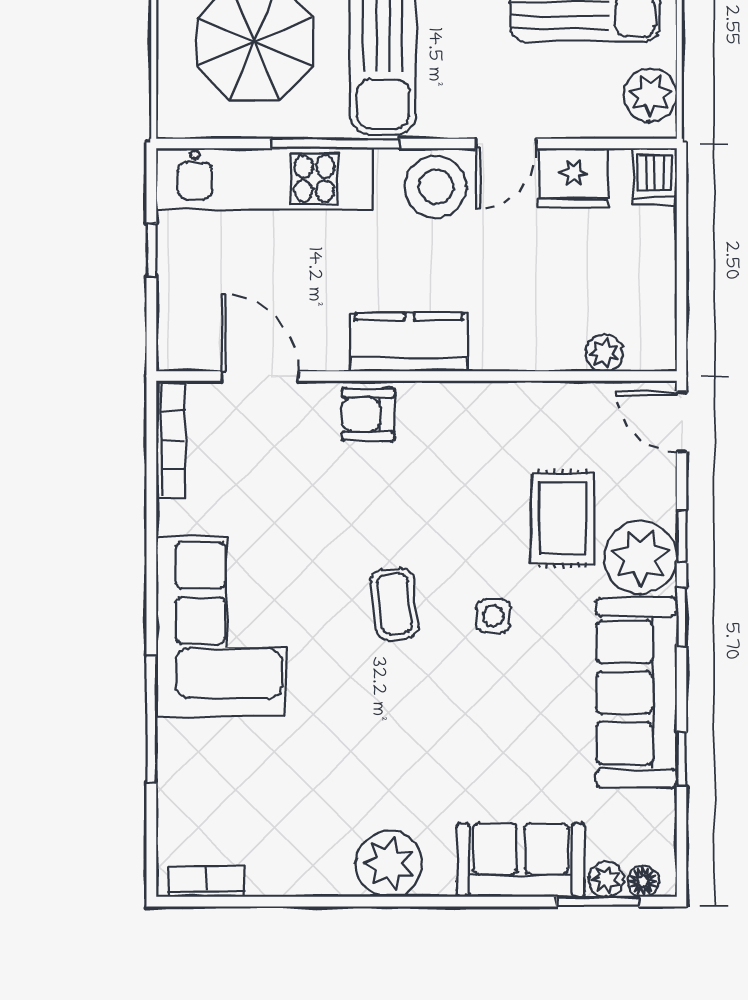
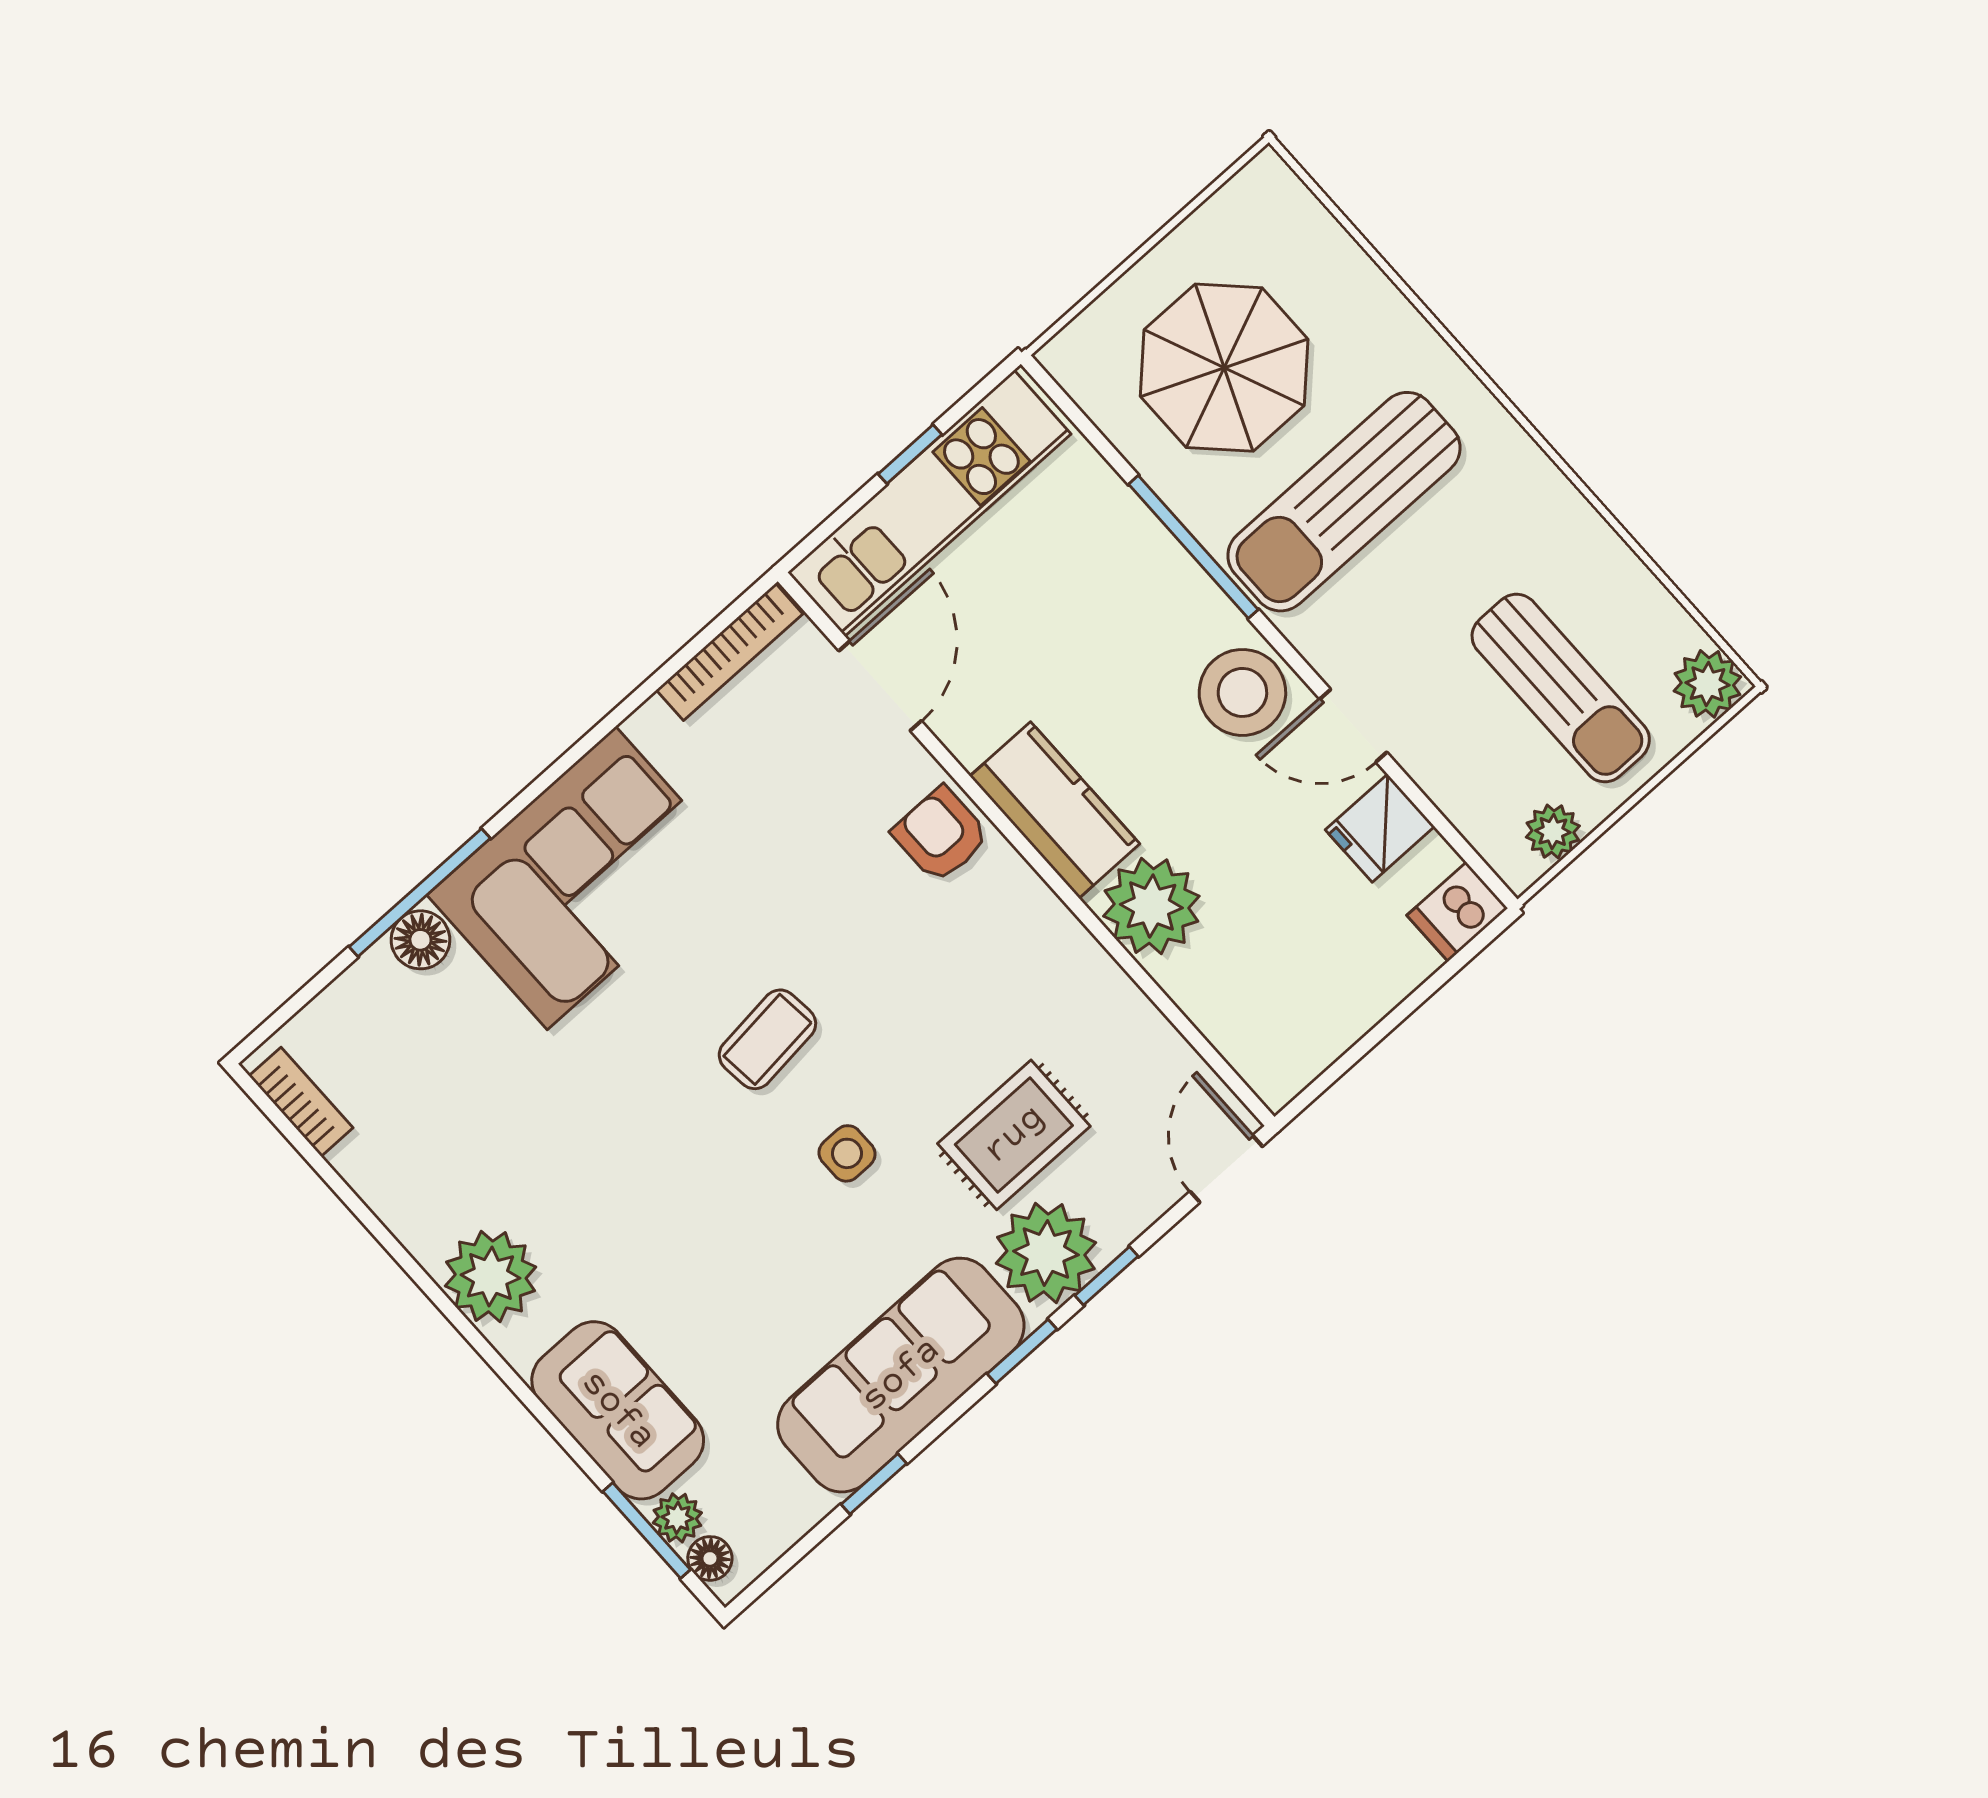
plant: (650, 95) -> (1553, 832), width x0.73, depth x0.73
fridge: (574, 178) -> (1380, 828), width x0.72
kitchen unit: (264, 179) -> (929, 503), moved, turned -90
plant: (604, 353) -> (1151, 906), moved, width x1.87, depth x1.87
floor lamp: (177, 741) -> (420, 940), added

